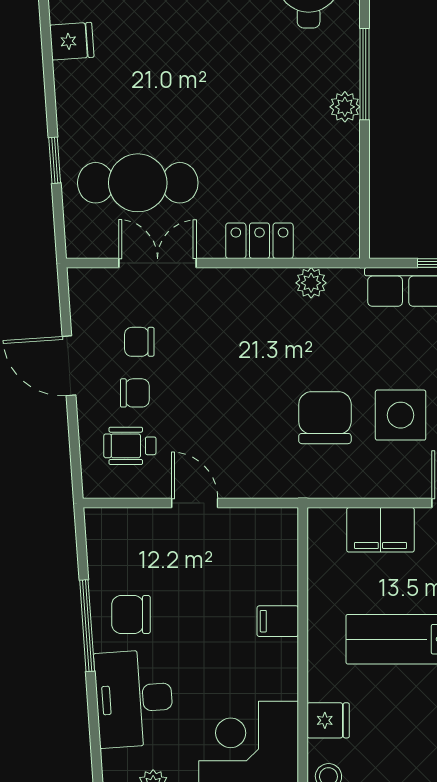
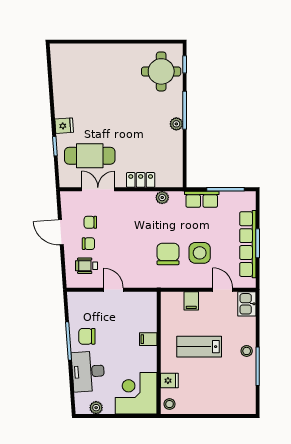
fridge: (72, 41) -> (64, 126), moved
filing cabinet: (380, 530) -> (191, 301), width x0.50

